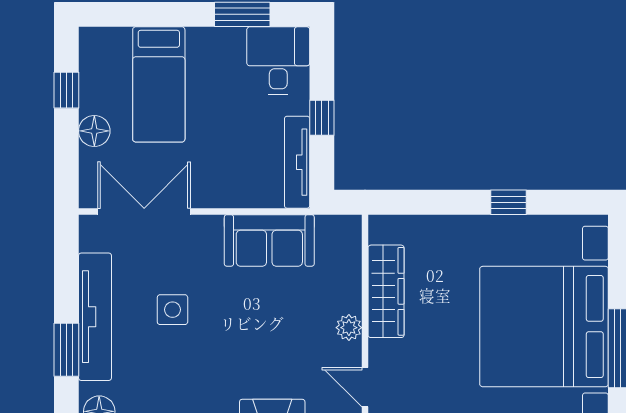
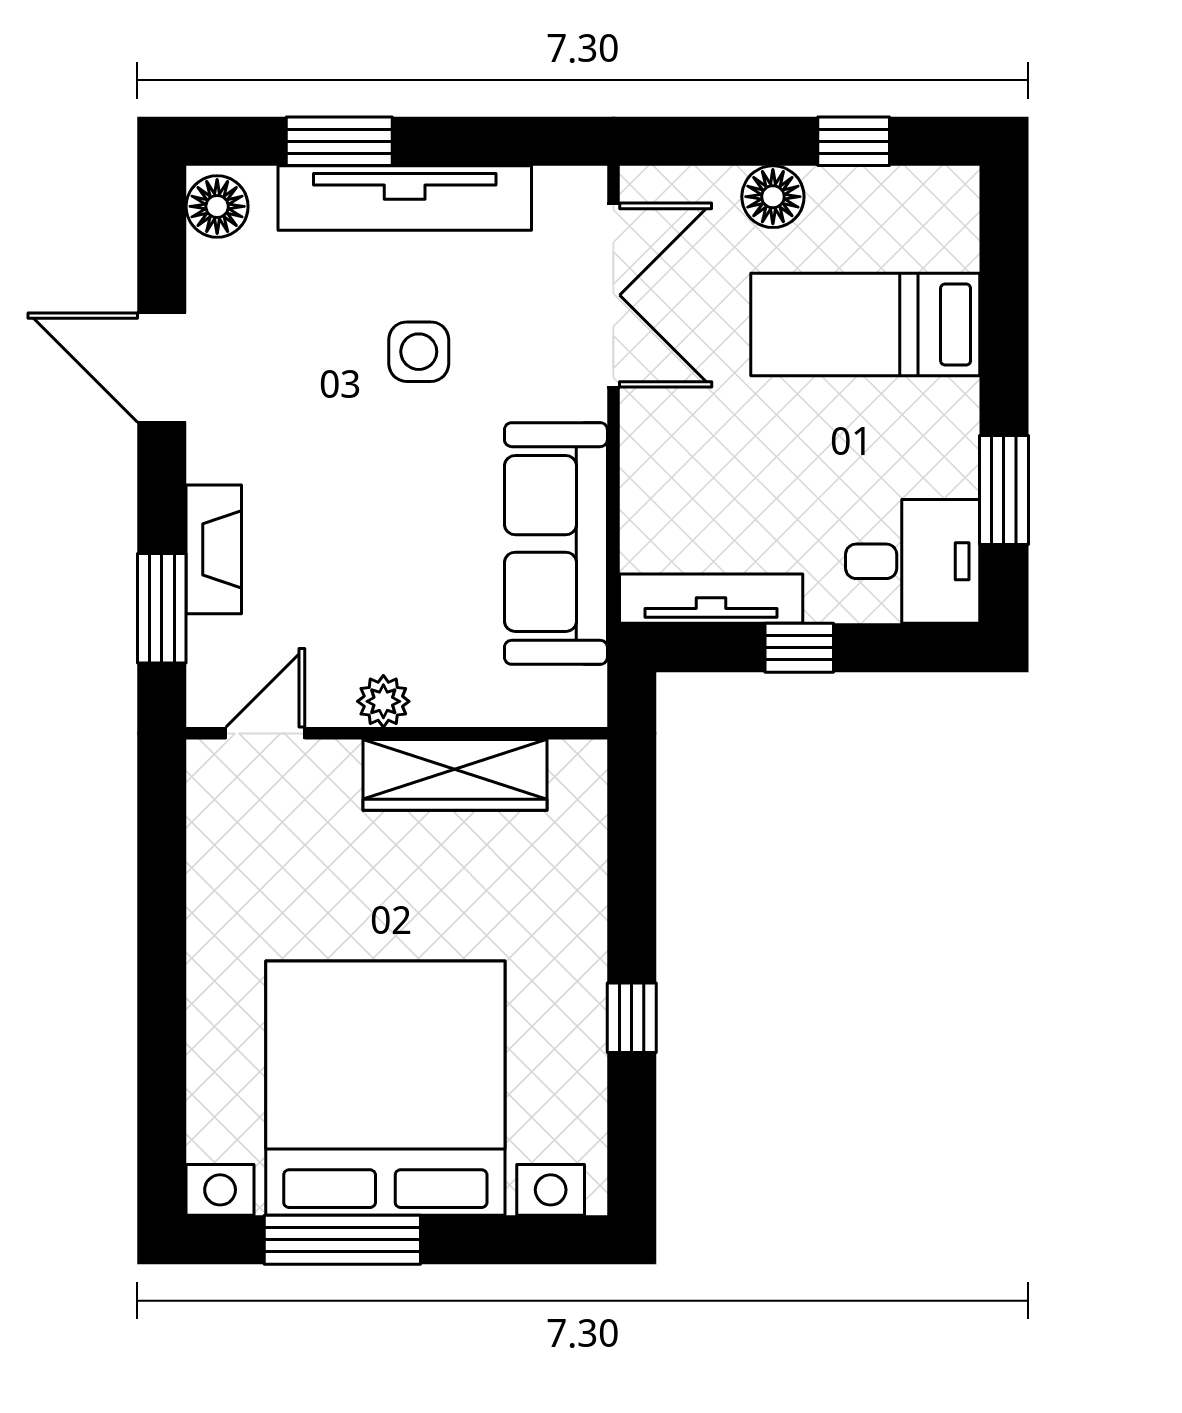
sofa: (269, 240) -> (556, 543), width x1.36

